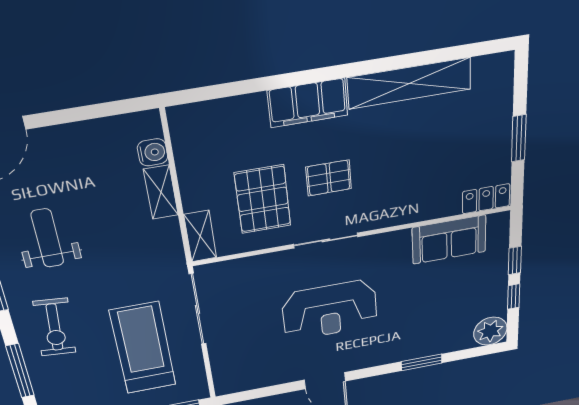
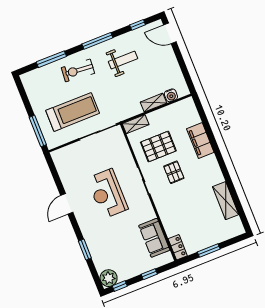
shelving: (409, 83) -> (226, 201), width x0.68
filing cabinet: (308, 103) -> (200, 141), moved
window: (514, 296) -> (120, 286), moved

